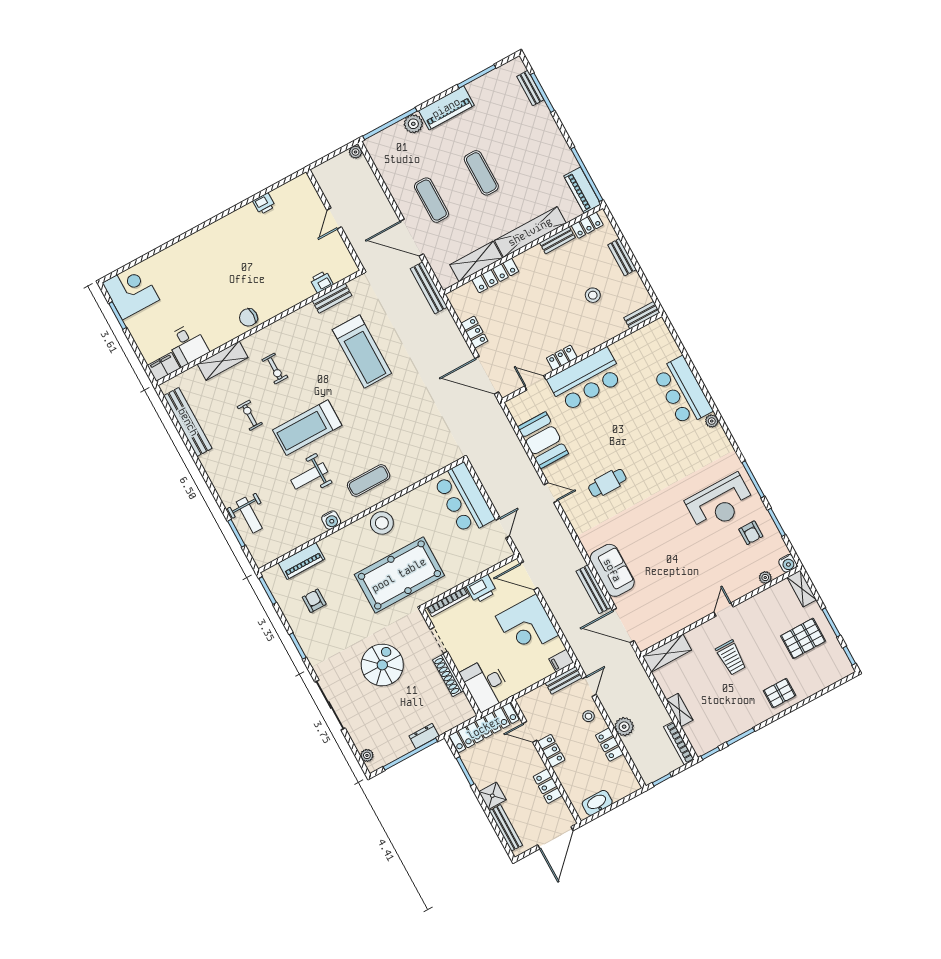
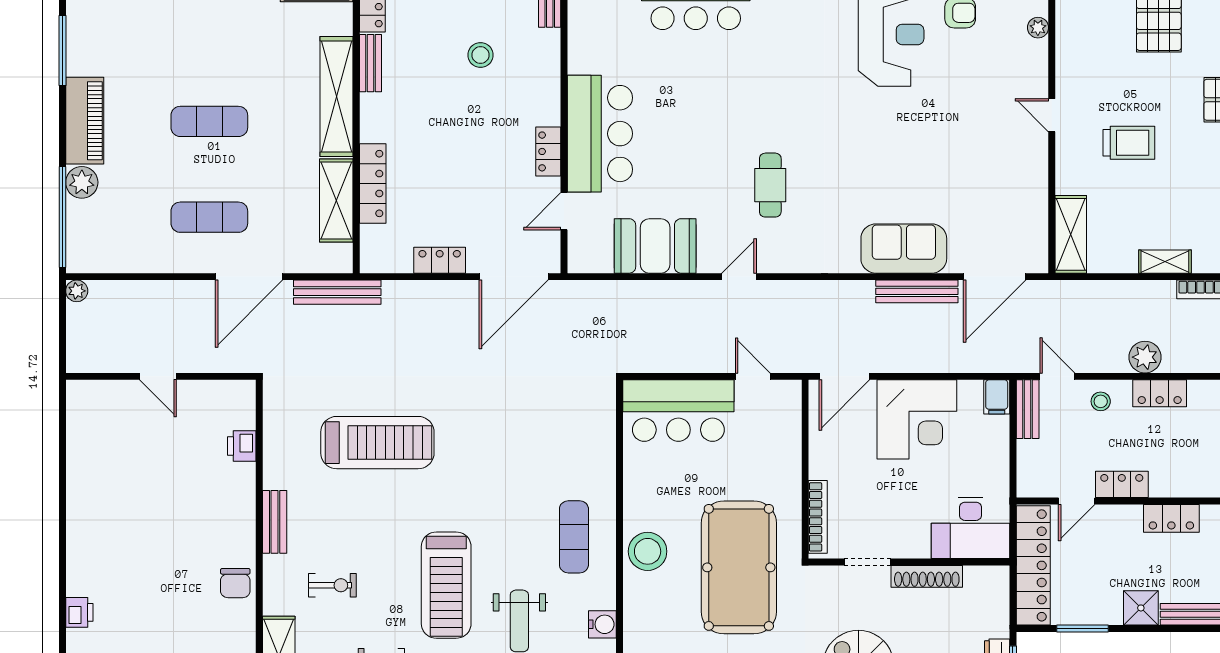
printer: (264, 204) -> (79, 612), moved
bench: (332, 298) -> (275, 522), moved
printer: (481, 589) -> (826, 457), removed

